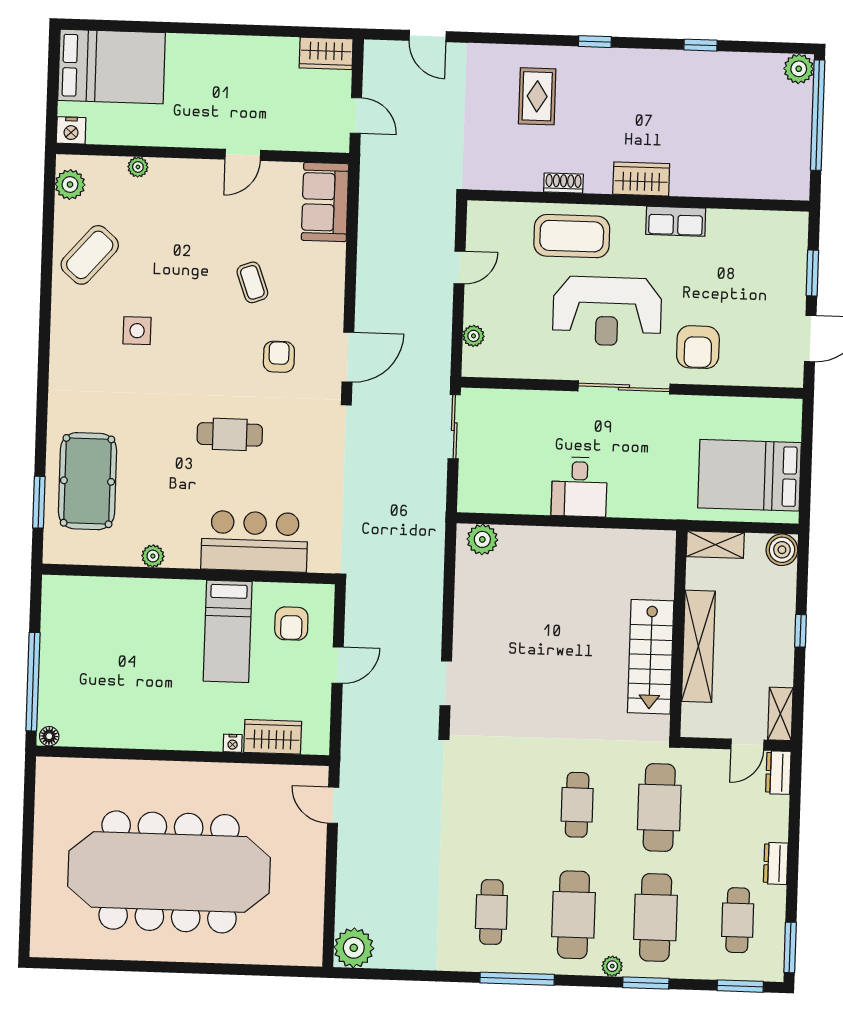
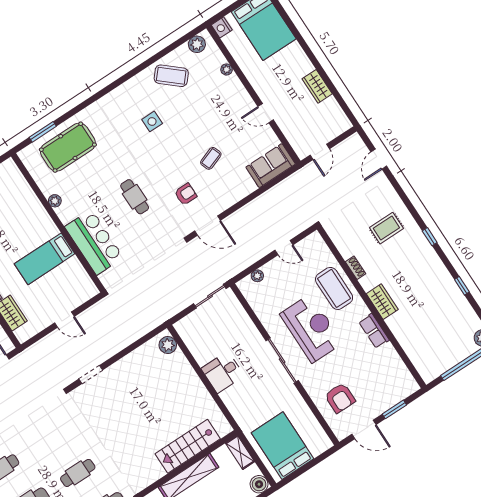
wardrobe: (326, 53) -> (317, 86), moved
reception desk: (607, 311) -> (311, 329), turned 180
armchair: (698, 347) -> (340, 398), moved, turned -90
armchair: (291, 624) -> (68, 285), removed
stairs: (651, 657) -> (188, 446), moved

